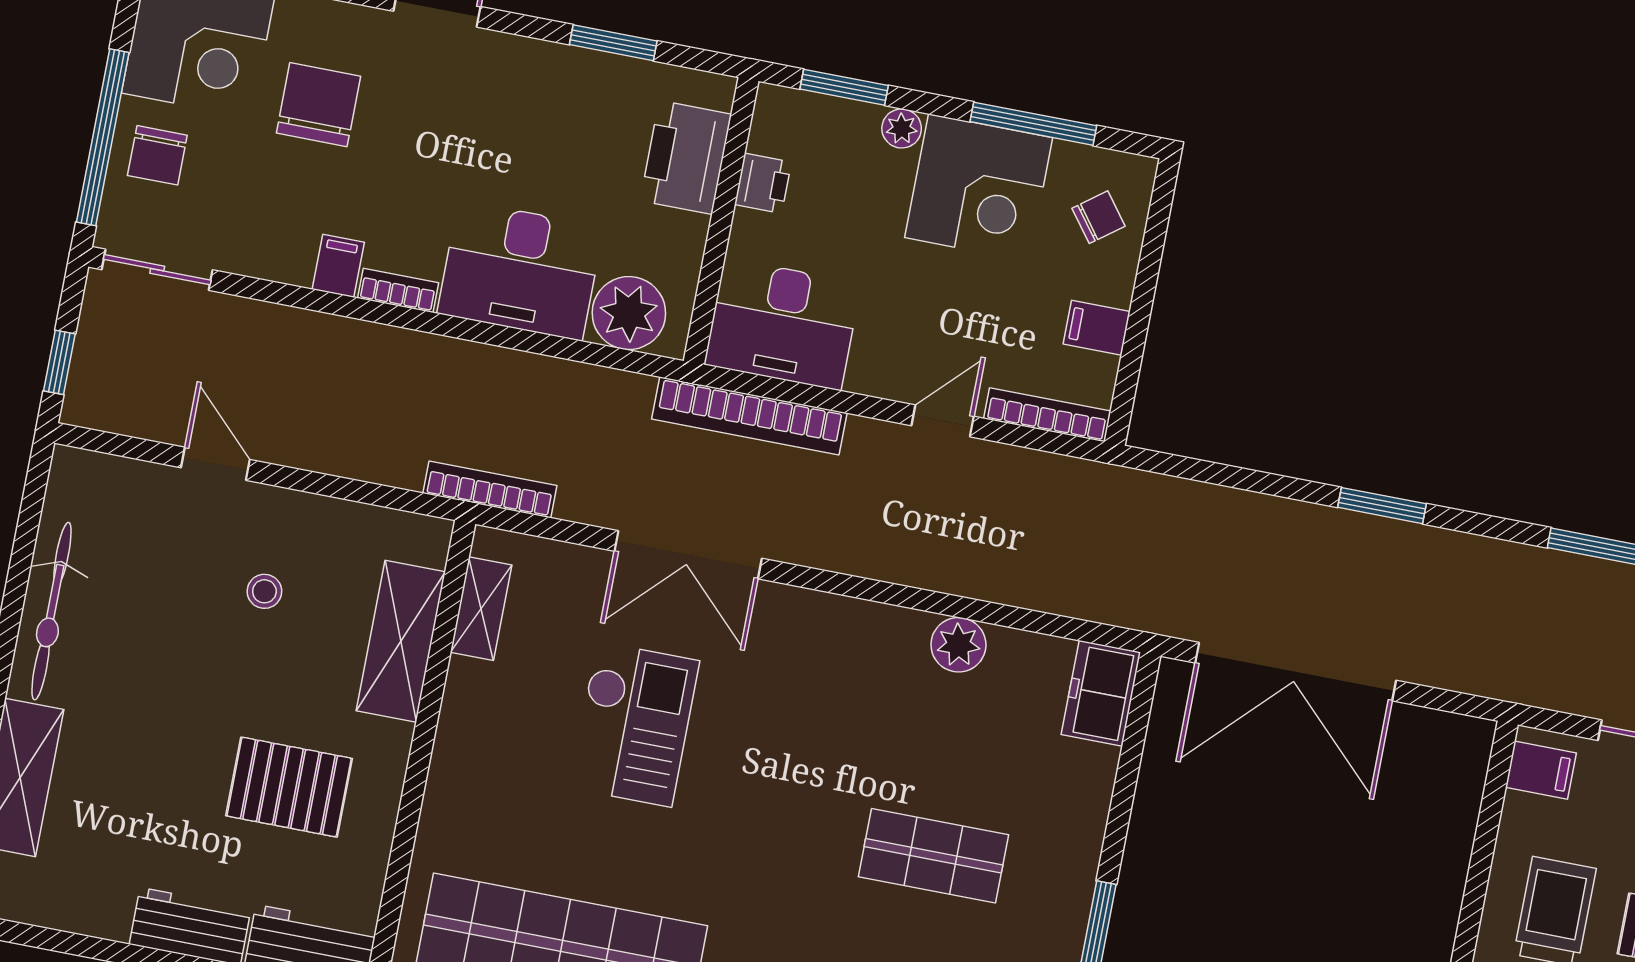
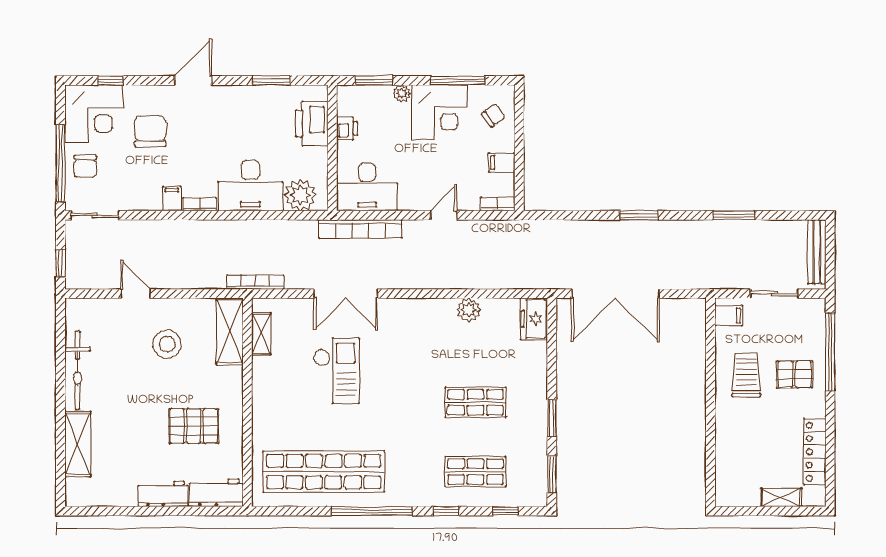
bookcase: (1047, 415) -> (498, 204), width x0.64
stool: (264, 591) -> (167, 344), width x1.89, depth x1.89
shelving: (401, 641) -> (230, 331), moved

